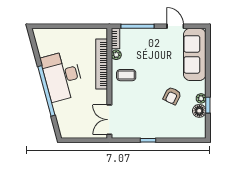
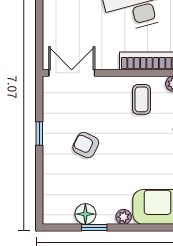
armchair: (172, 96) -> (86, 145), moved
plant: (201, 98) -> (124, 217), moved

